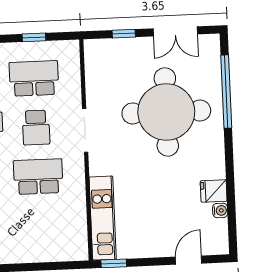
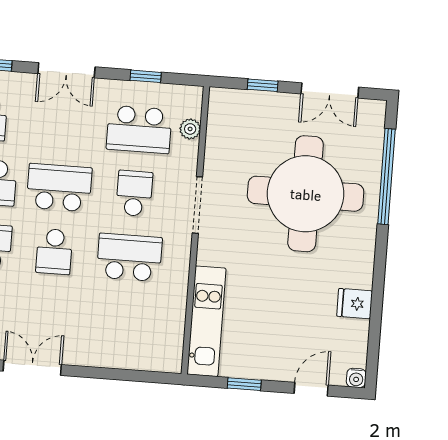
plant: (73, 73) -> (190, 129), added
school desk: (34, 78) -> (139, 129), turned 180
school desk: (36, 127) -> (134, 193), turned 180
water cooler: (220, 210) -> (356, 378), moved, turned 90
window: (114, 263) -> (244, 384), moved

